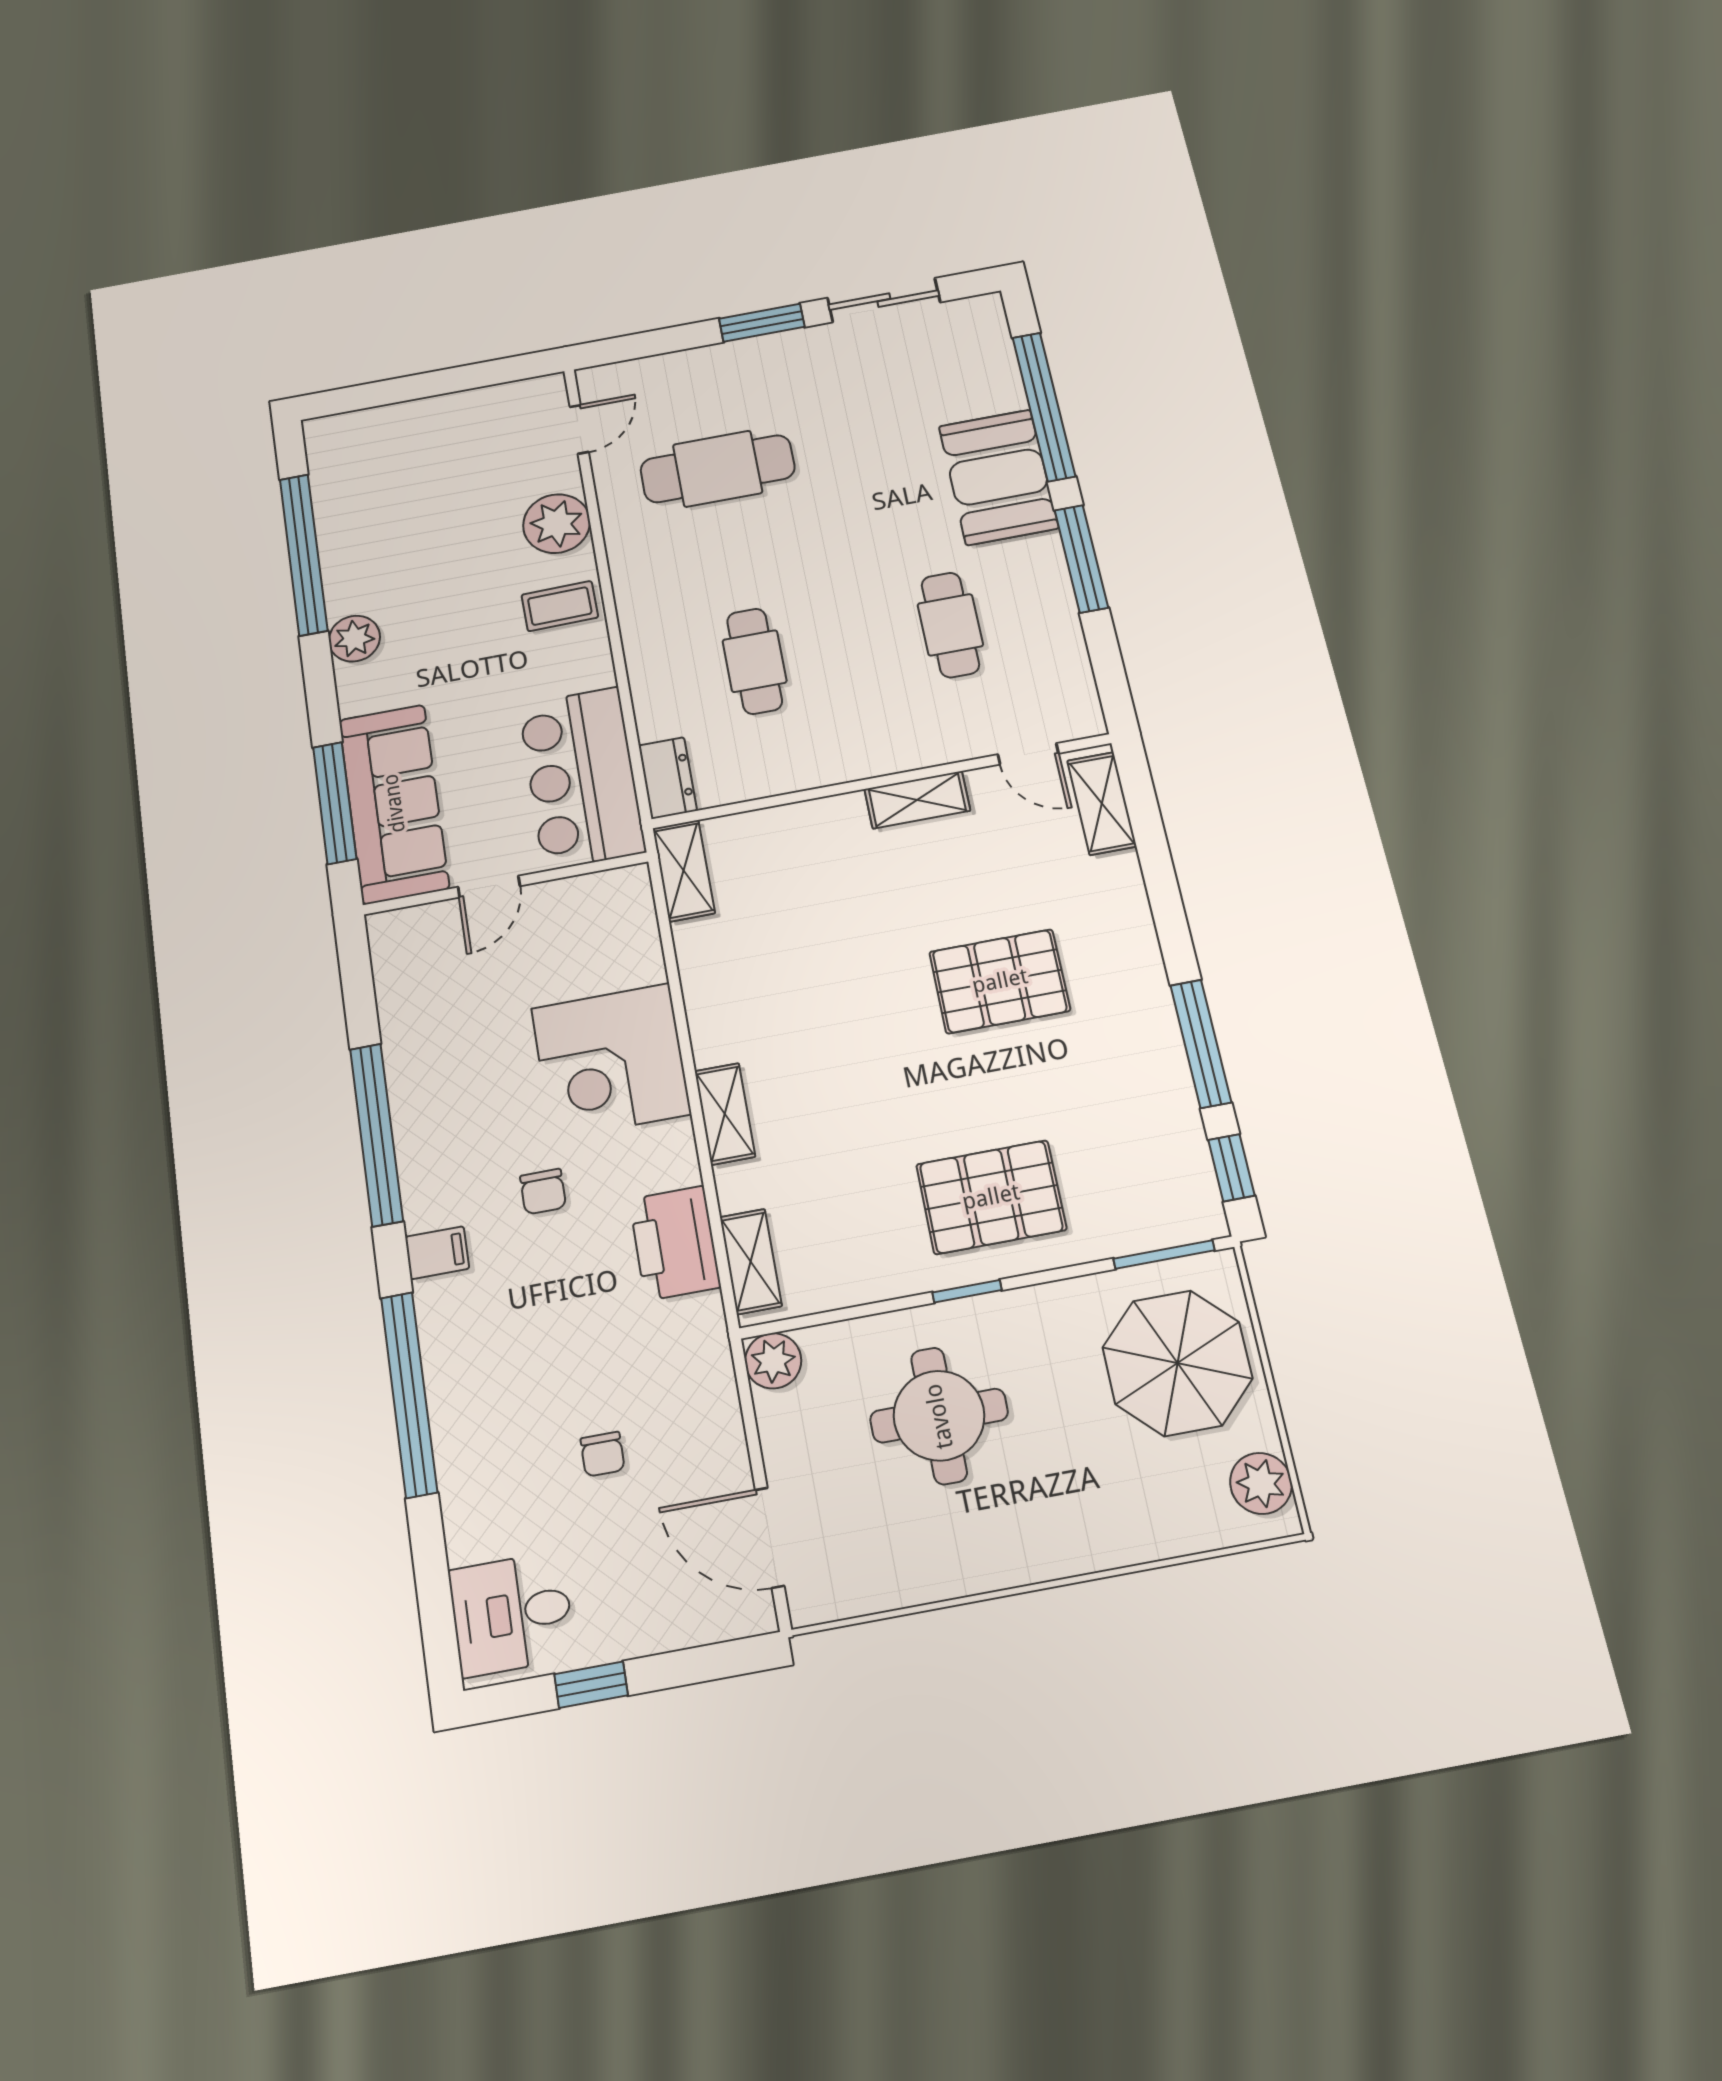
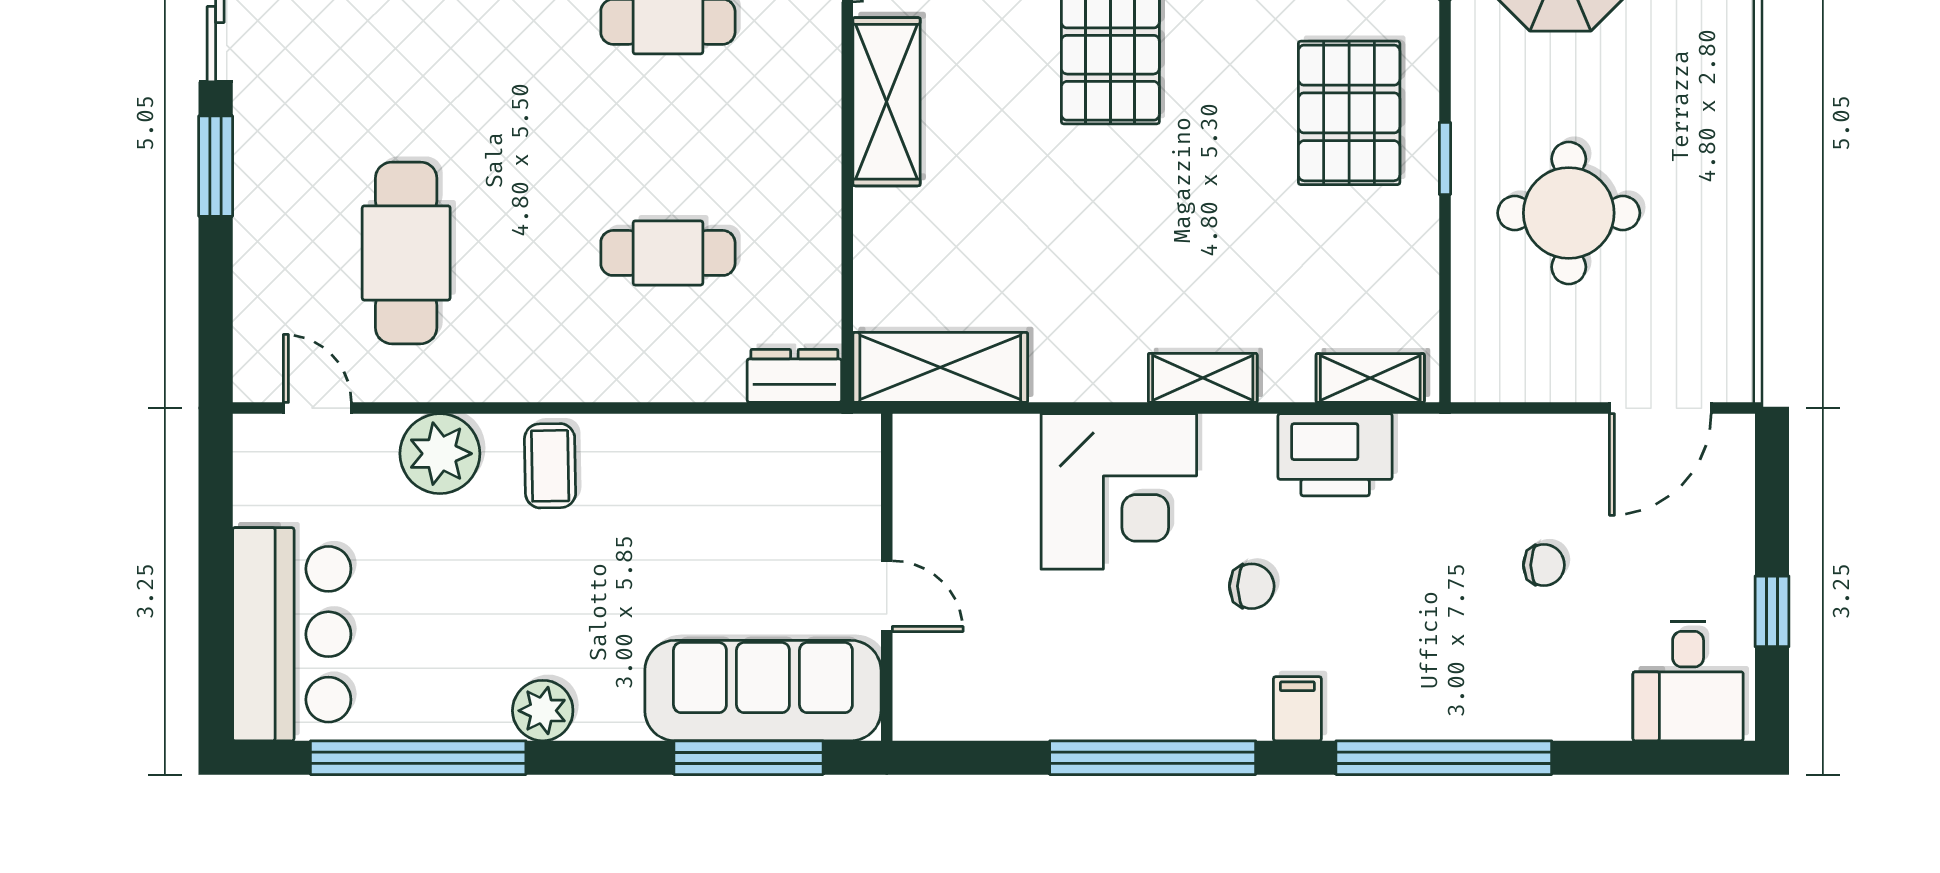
bar counter: (582, 778) -> (292, 634), moved, turned -90
shelving: (917, 800) -> (886, 102), width x1.50, depth x1.33
shelving: (684, 871) -> (940, 367), width x1.50, depth x1.33
plant: (773, 1361) -> (1480, 373), removed

